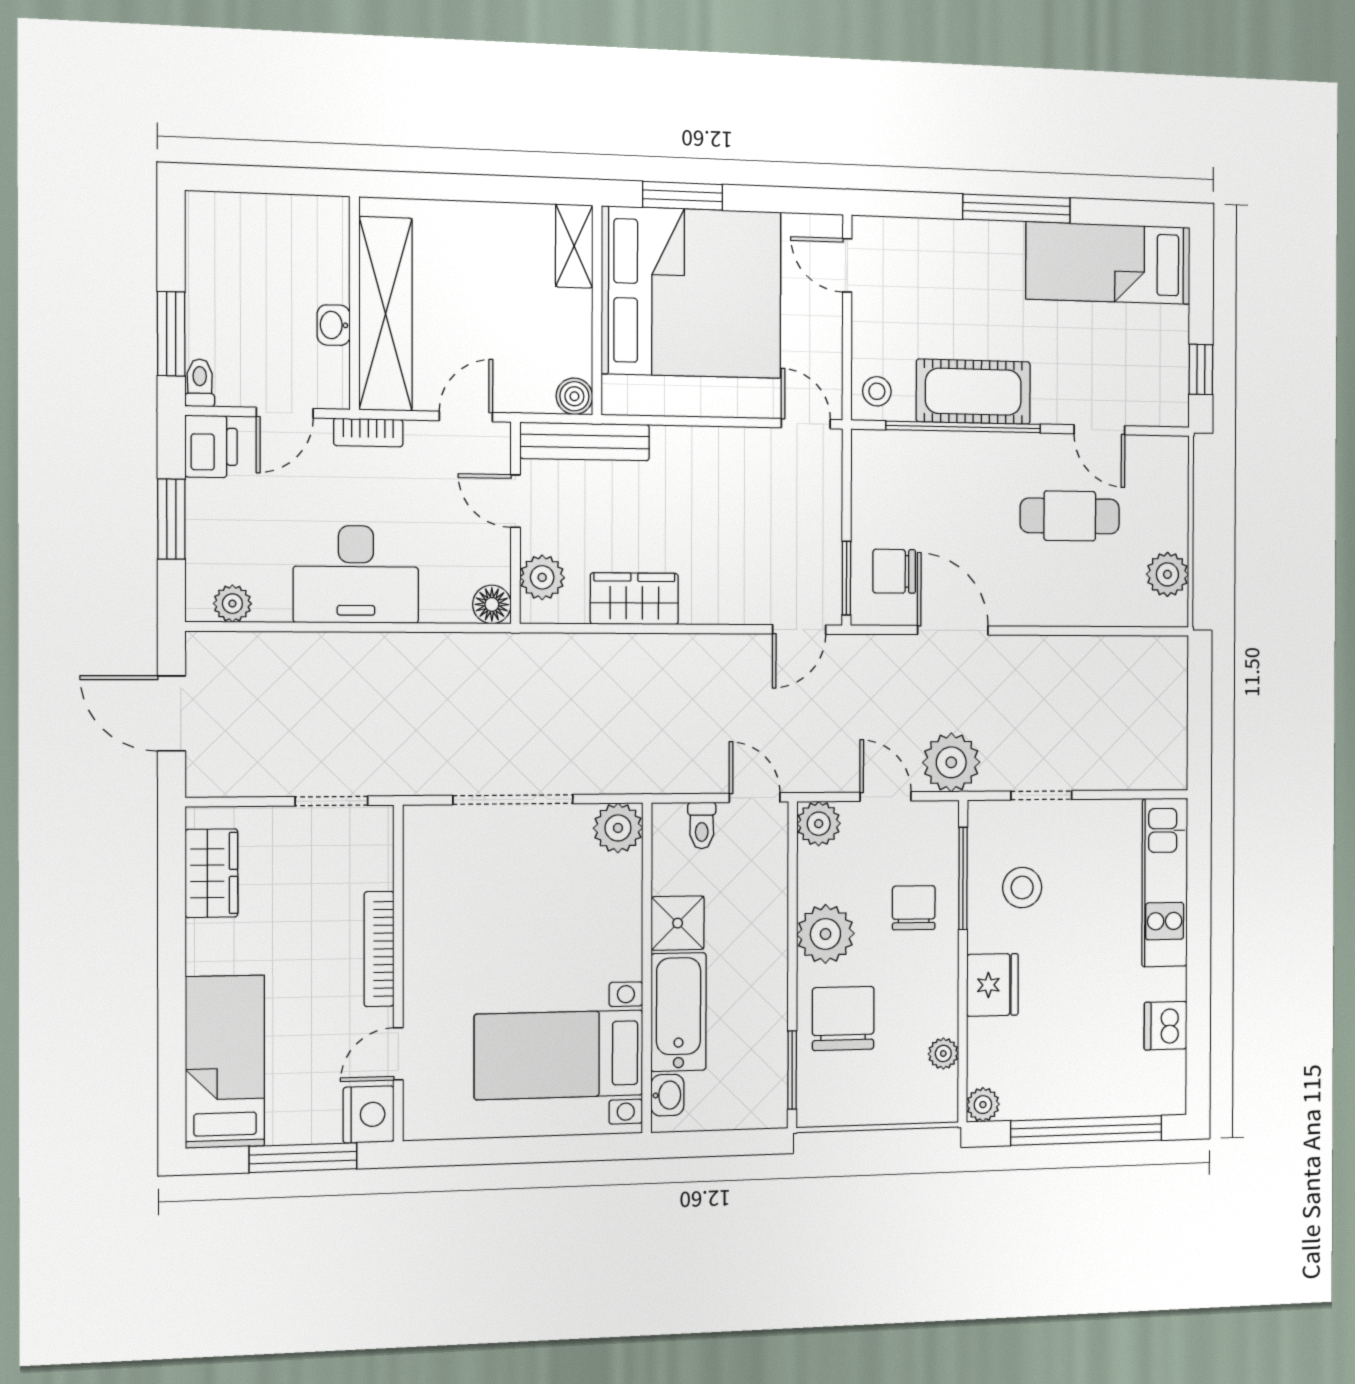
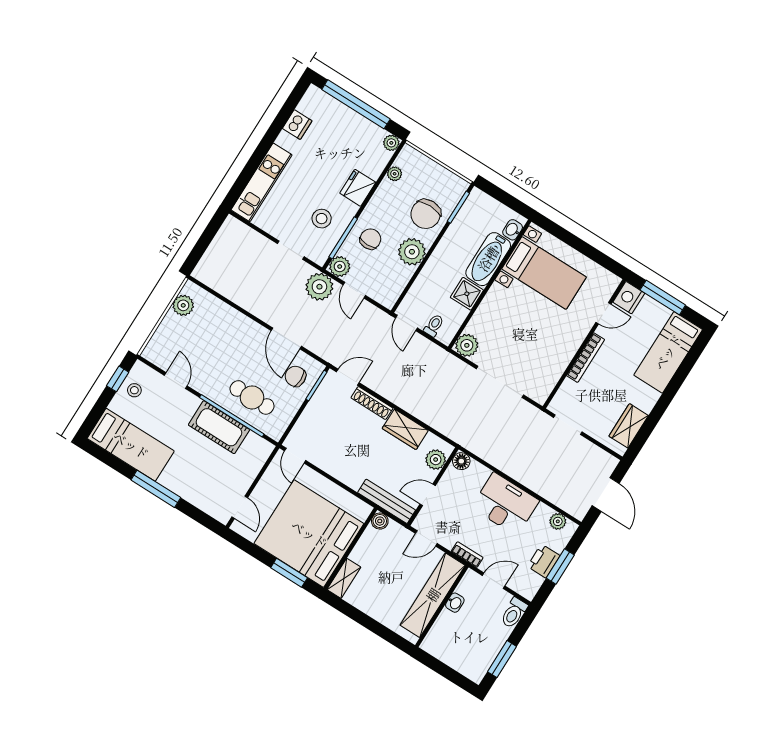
window: (171, 334) -> (502, 659), moved
toilet: (200, 383) -> (514, 613), width x1.37, depth x1.39
stool: (877, 391) -> (134, 390), moved
printer: (211, 446) -> (544, 561), moved
door: (515, 501) -> (428, 495), swing flipped
cafe table: (1070, 516) -> (252, 397), moved
chair: (894, 571) -> (295, 376), turned 180
shoe rack: (726, 610) -> (372, 403), added
plant: (819, 824) -> (340, 266), moved
chair: (914, 908) -> (370, 239), turned 180

